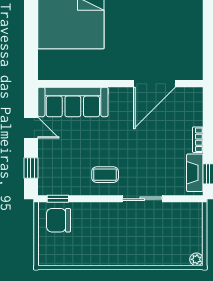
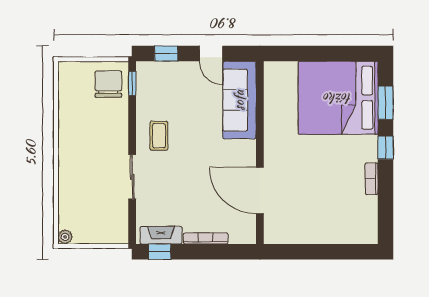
door: (31, 128) -> (211, 54), hinge flipped
bookcase: (198, 140) -> (206, 238), width x1.56

